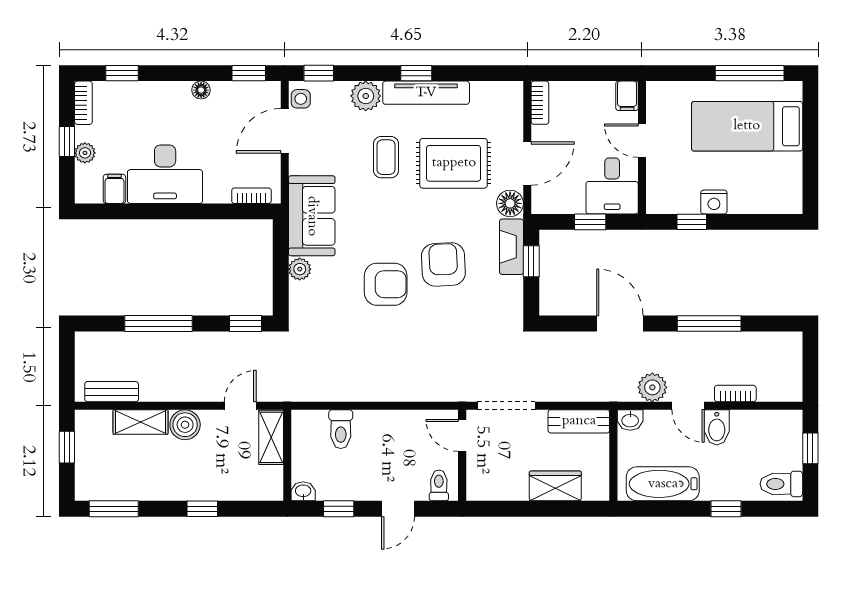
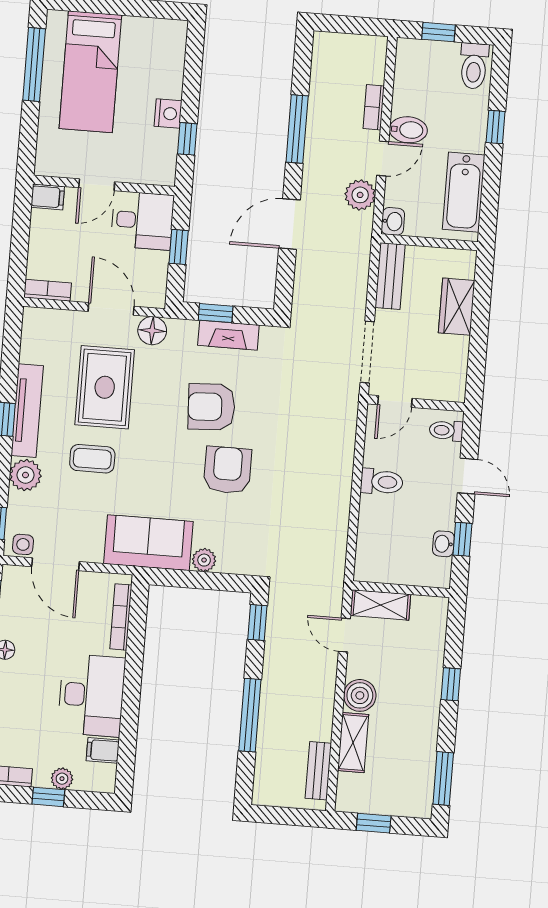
bookcase: (251, 196) -> (121, 617), width x1.56
fireplace: (511, 247) -> (228, 335), moved
toilet: (341, 429) -> (382, 482), moved
washbasin: (303, 491) -> (443, 544), moved

